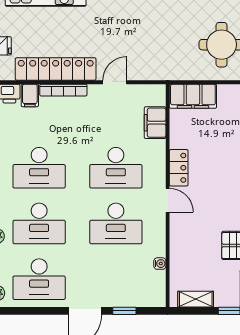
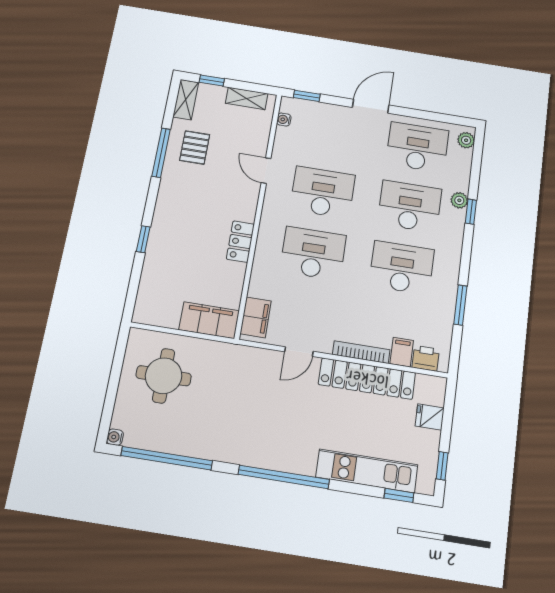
filing cabinet: (155, 123) -> (256, 317), moved
door: (168, 200) -> (266, 171), moved
water cooler: (160, 264) -> (284, 120), moved
window: (124, 311) -> (307, 96), moved

